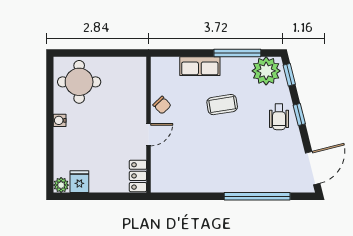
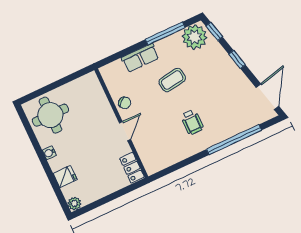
wheelchair: (279, 117) -> (192, 122), moved
fridge: (79, 182) -> (65, 177), moved, turned 90

